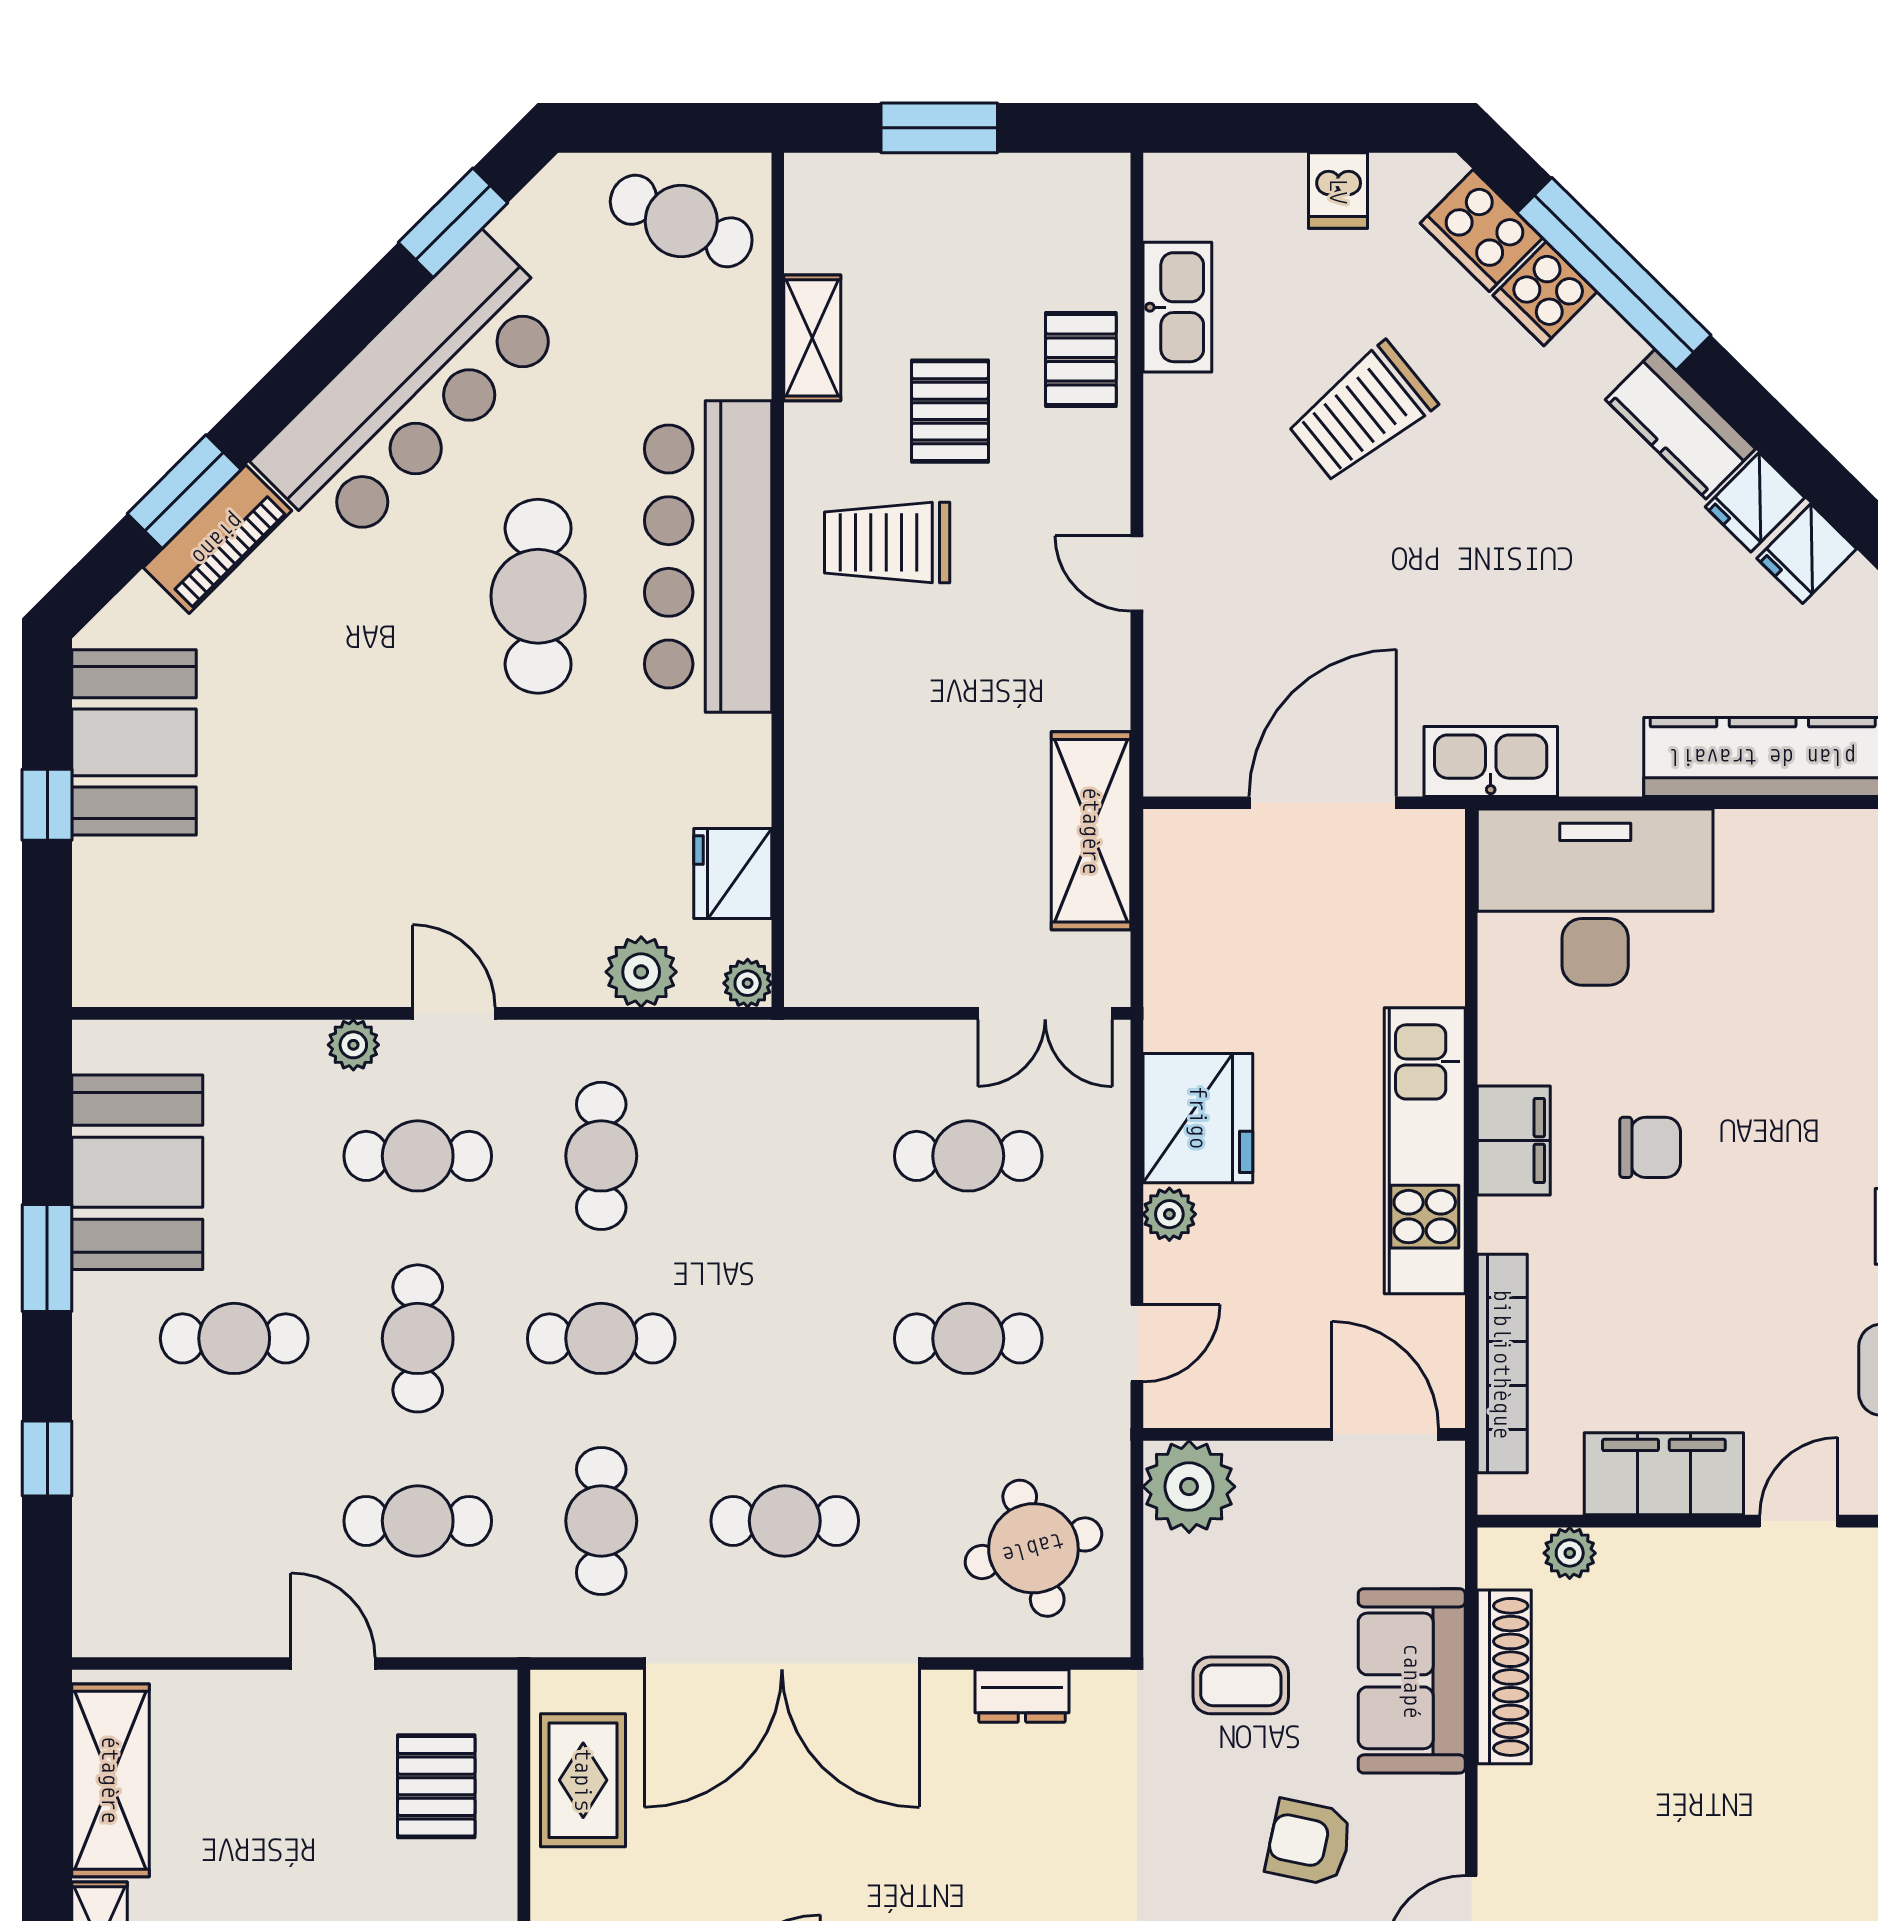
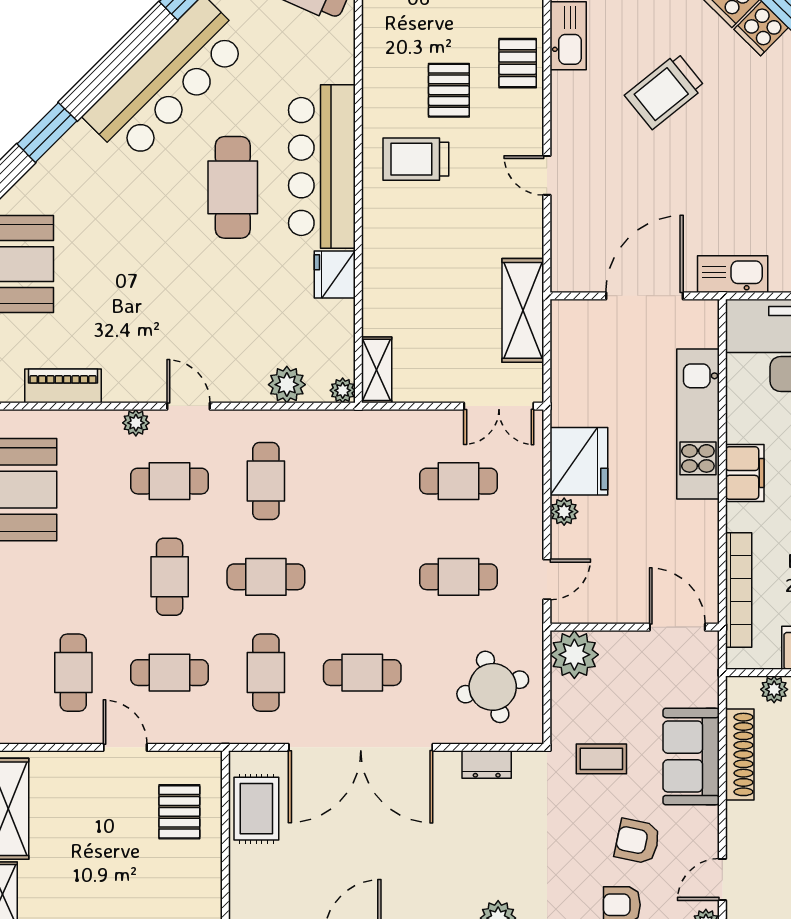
shelving: (812, 338) -> (377, 370), moved
piano: (218, 539) -> (63, 386), moved, turned -135
fridge: (733, 873) -> (335, 275), moved
kitchen unit: (1425, 1151) -> (698, 424), moved
cafe table: (234, 1338) -> (73, 673), moved, turned 90

